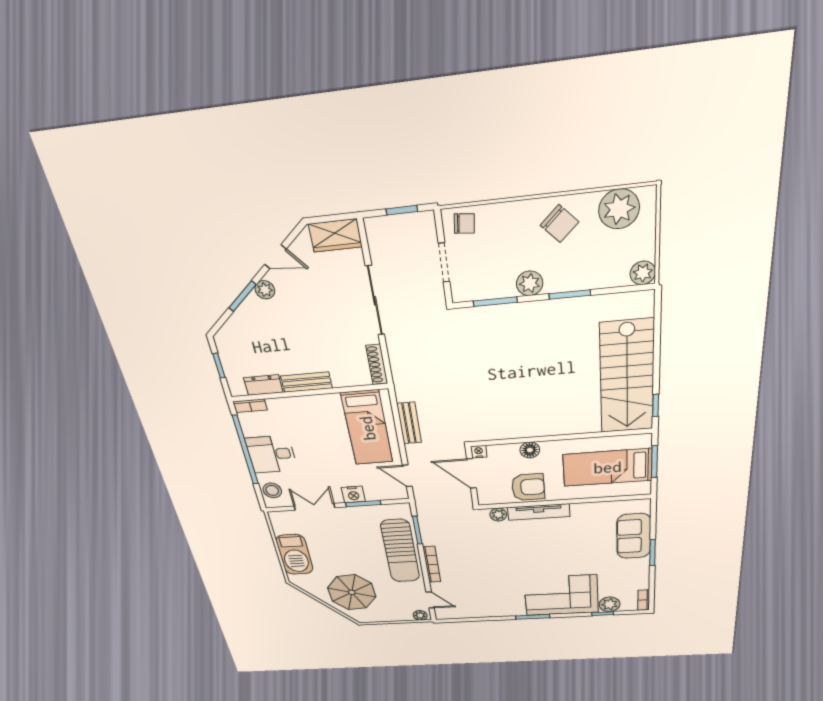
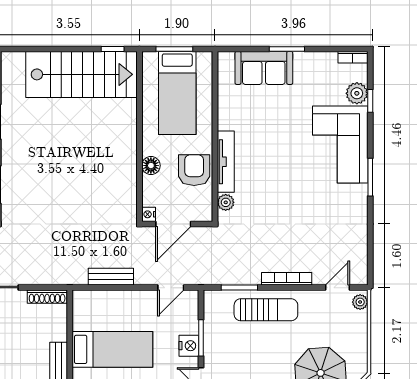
bed: (367, 428) -> (112, 349), moved
sun lounger: (400, 551) -> (266, 310), width x0.73, depth x0.75

